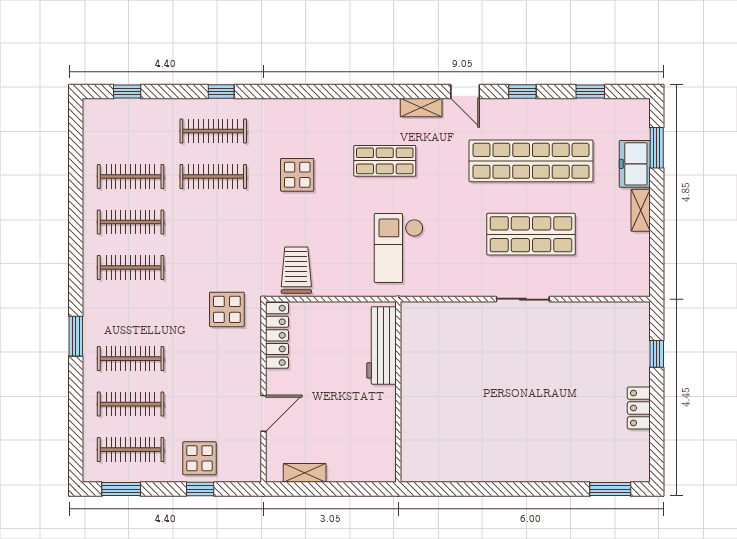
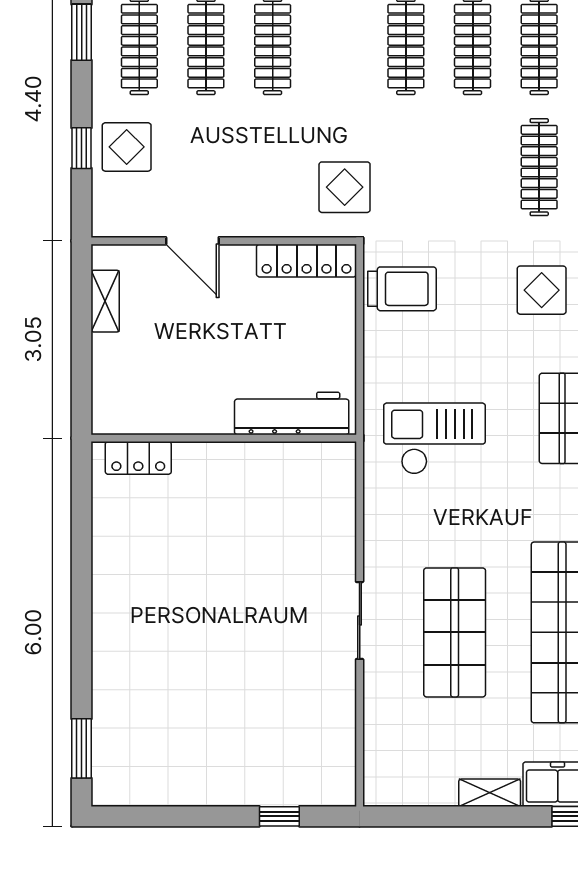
locker: (639, 408) -> (138, 458), moved, turned 180

